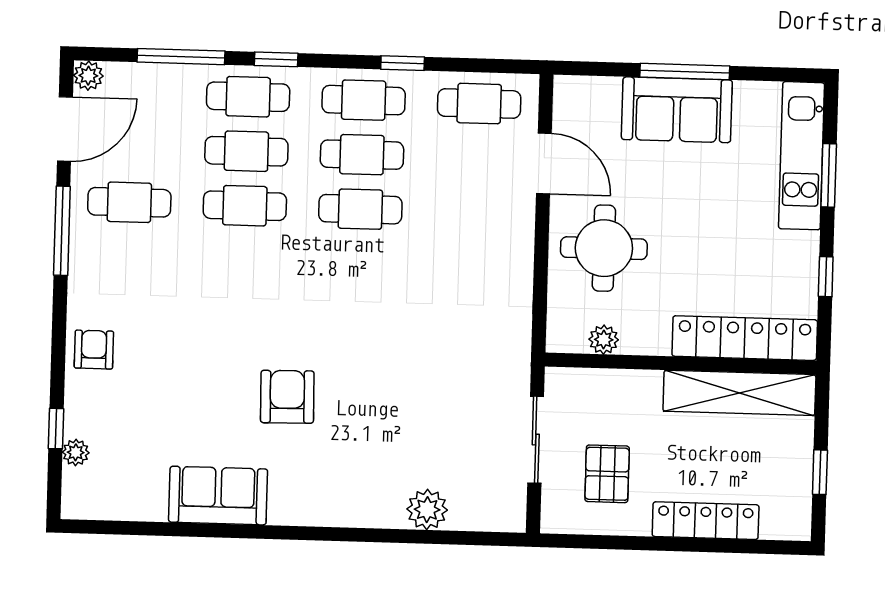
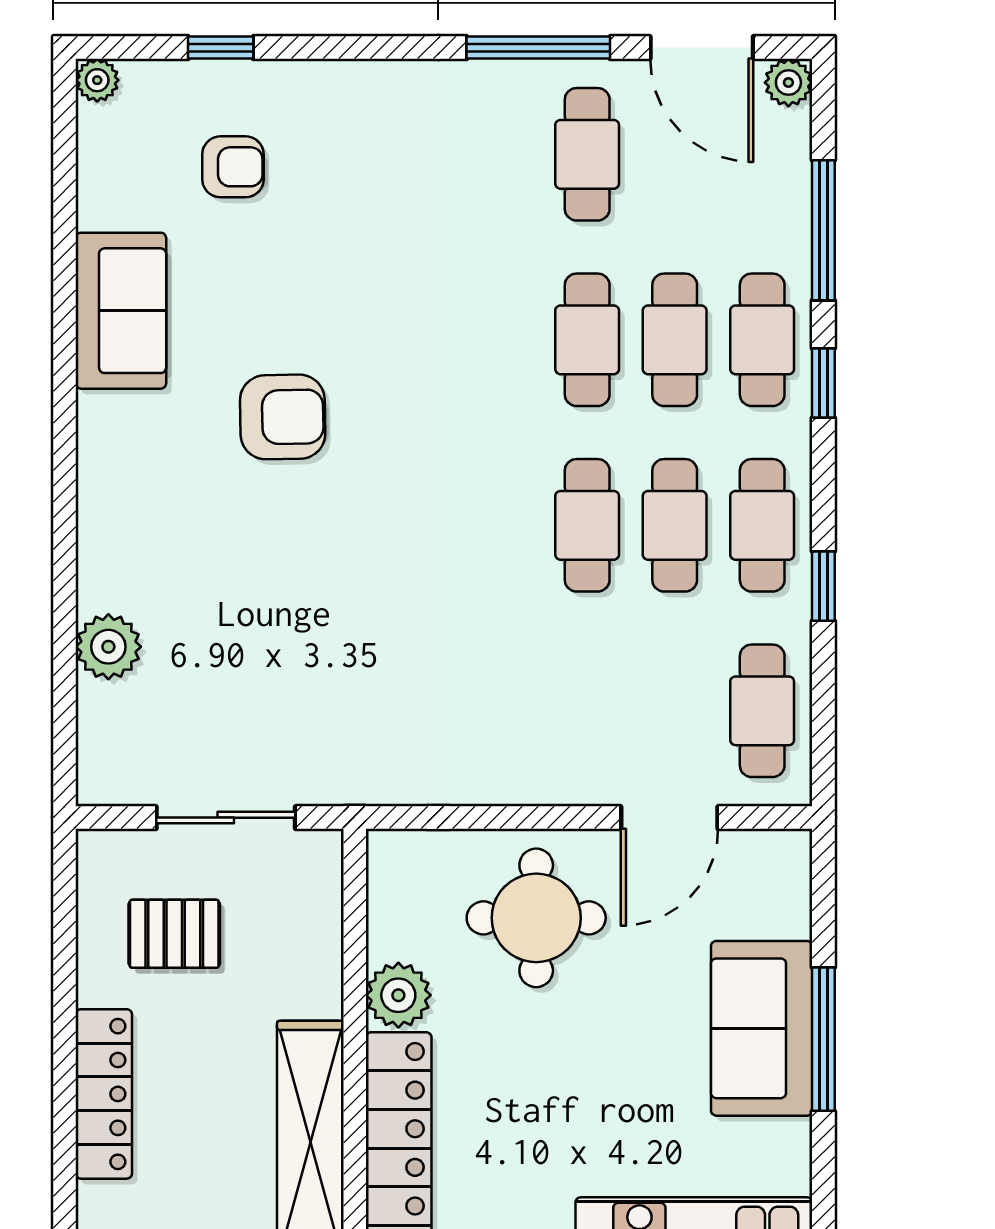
plant: (604, 340) -> (398, 995), moved, width x1.38, depth x1.38
armchair: (94, 350) -> (233, 167), moved
plant: (76, 452) -> (97, 80), moved

